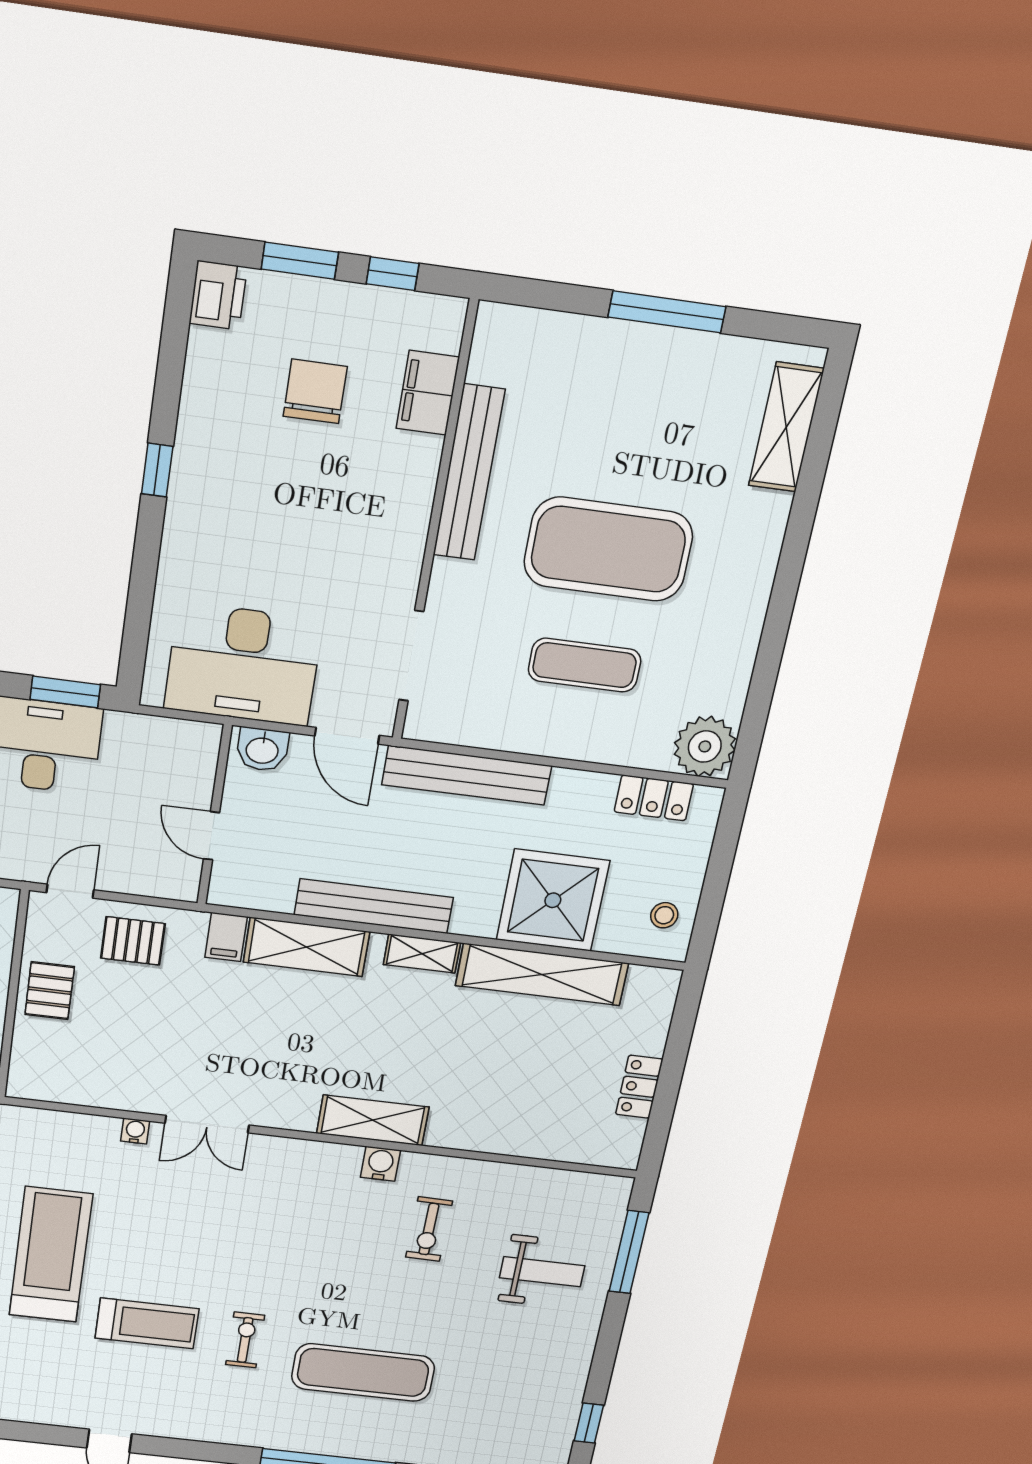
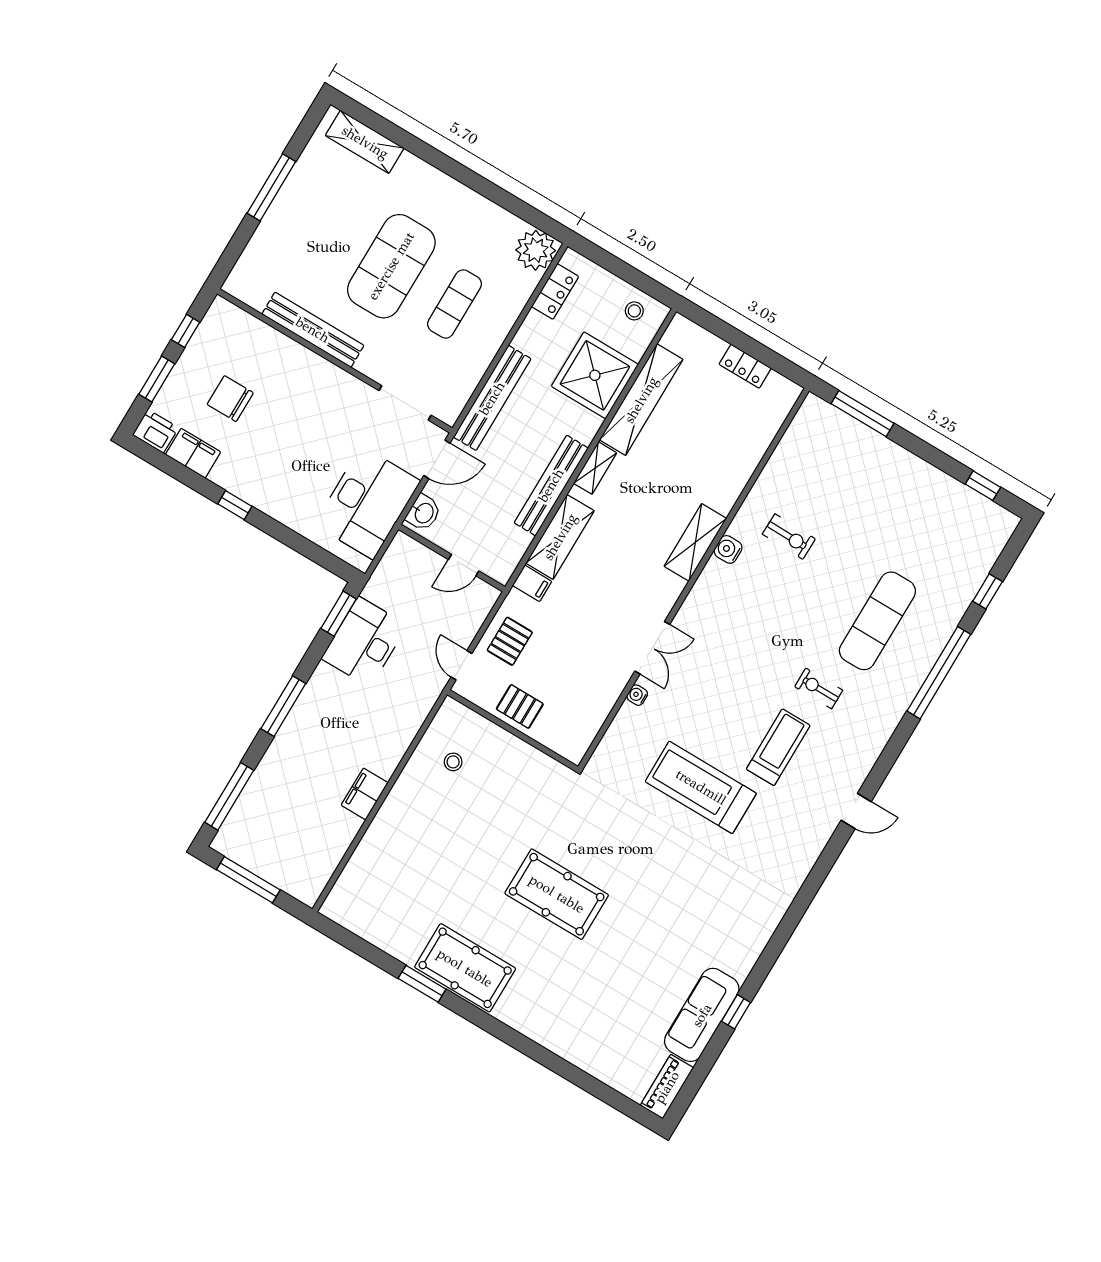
filing cabinet: (428, 393) -> (193, 453), moved, turned 180
weight bench: (542, 1272) -> (853, 475), removed

